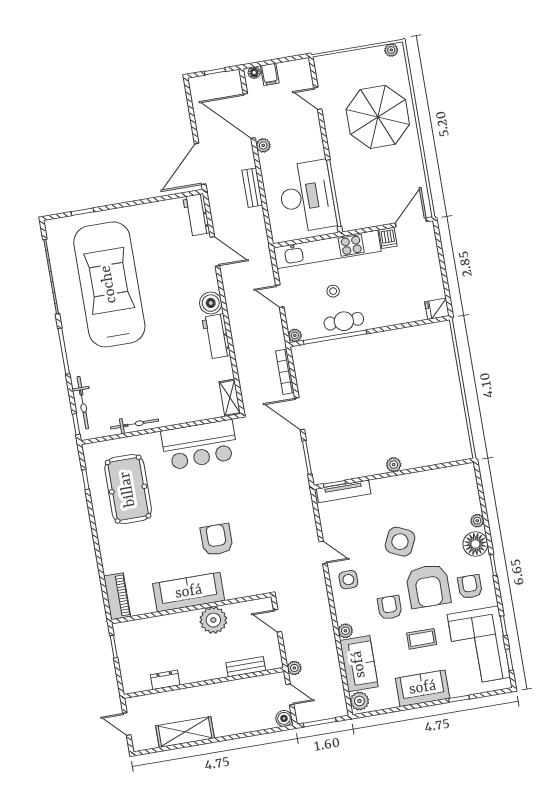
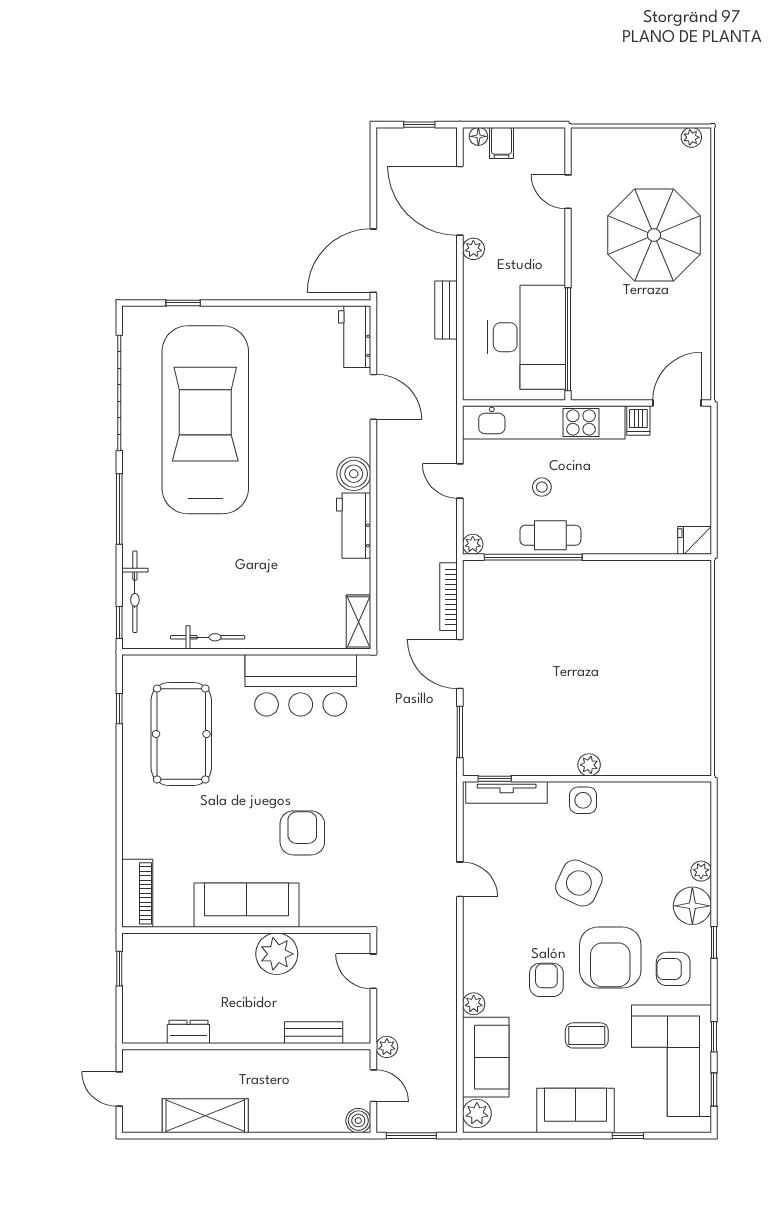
side table: (348, 580) -> (583, 800), moved
armchair: (470, 587) -> (673, 969), turned -90

